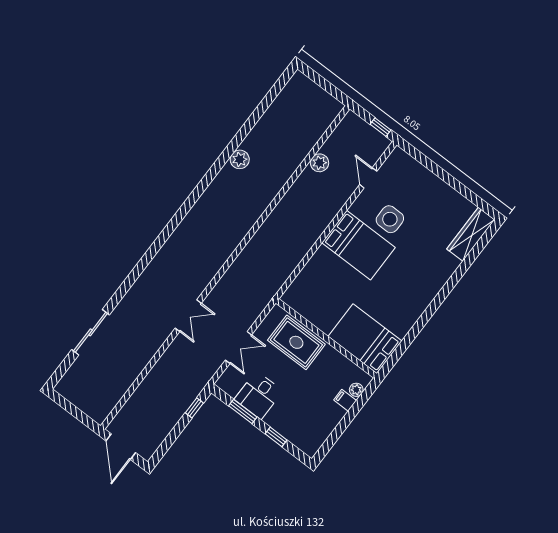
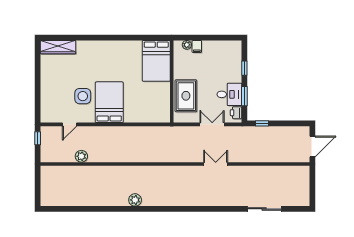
plant: (240, 159) -> (135, 200), moved
printer: (231, 386) -> (236, 113), added

